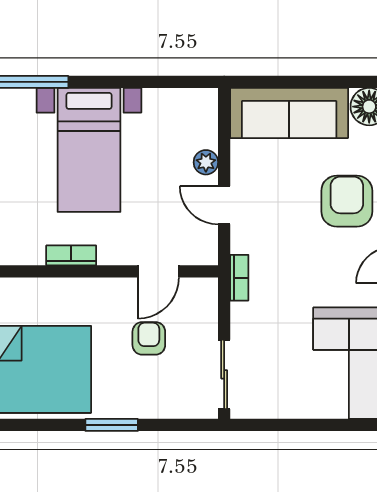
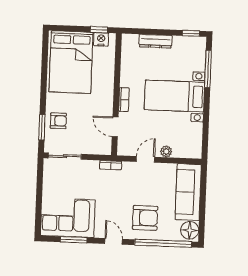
bookcase: (71, 255) -> (124, 100), moved
armchair: (149, 338) -> (58, 121), moved
window: (112, 425) -> (42, 127), moved

